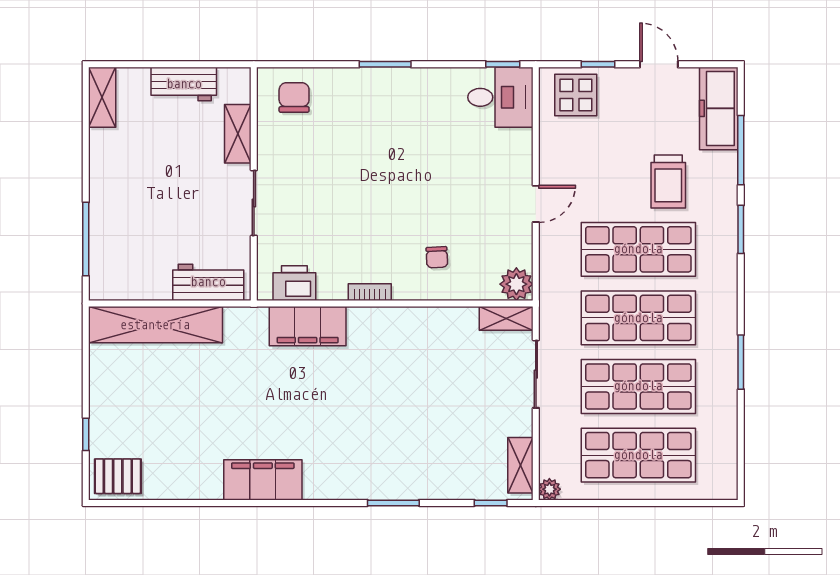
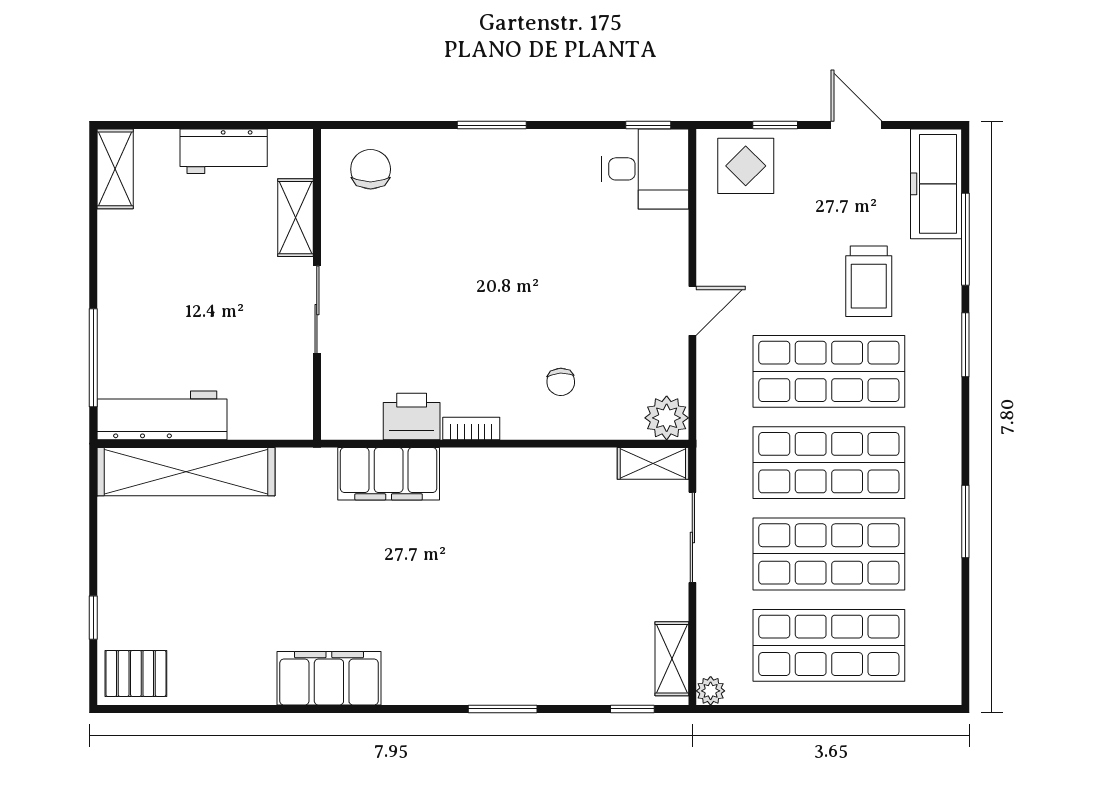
workbench: (208, 282) -> (162, 415), moved, width x1.38
printer: (294, 283) -> (412, 416), moved

